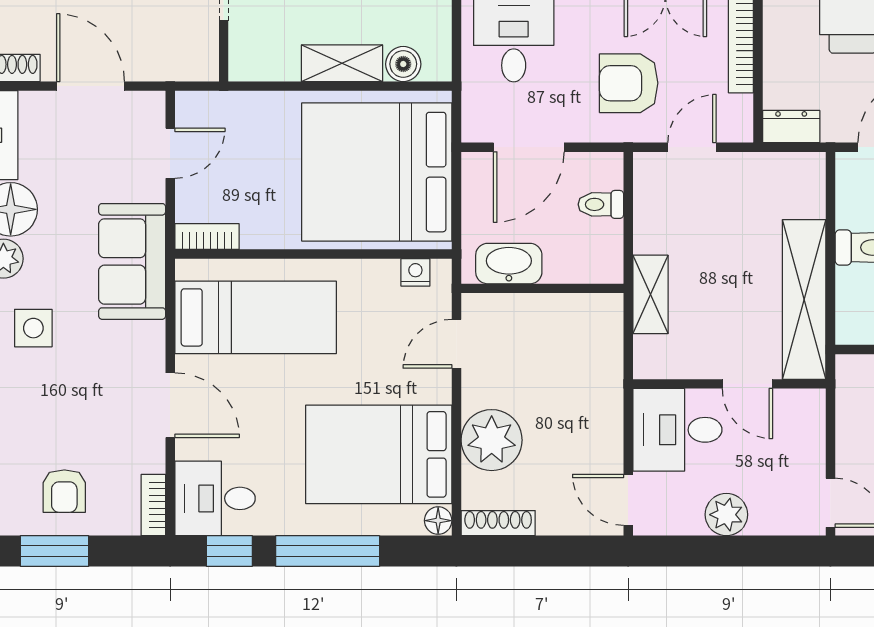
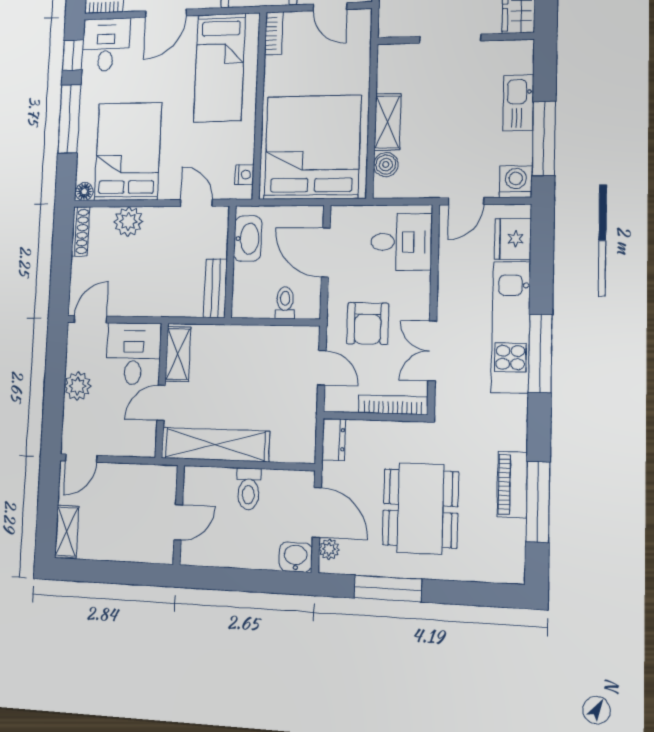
armchair: (629, 83) -> (368, 323), turned 180
shelving: (650, 294) -> (178, 354), moved, turned 90
bench: (581, 309) -> (215, 288), added
plant: (492, 440) -> (128, 221), width x0.73, depth x0.73

